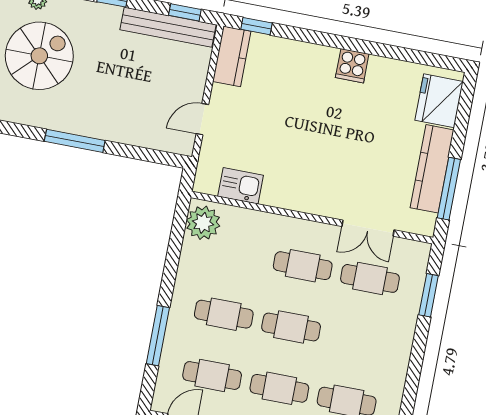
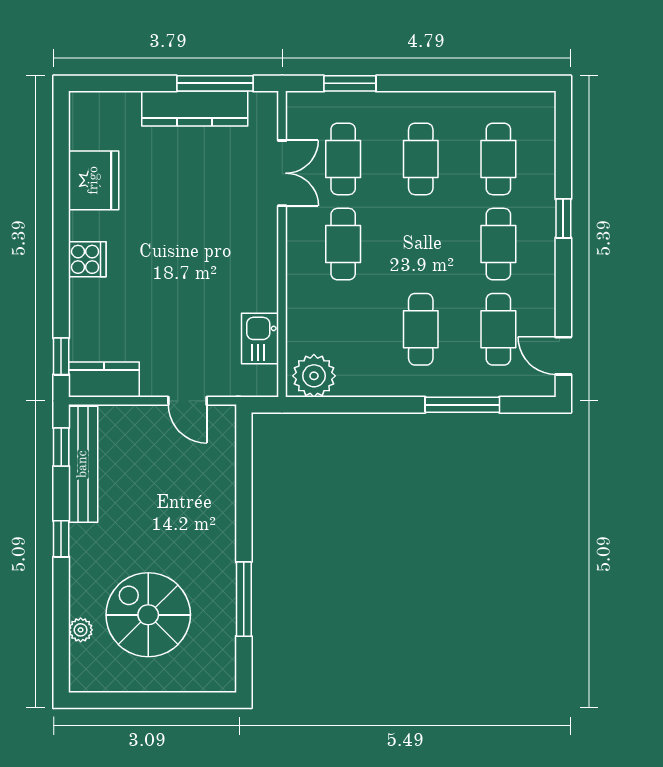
cooker: (352, 66) -> (87, 259), moved
fridge: (439, 101) -> (94, 180), moved, turned -90
window: (75, 141) -> (244, 599), moved
cafe table: (291, 327) -> (421, 159), moved

